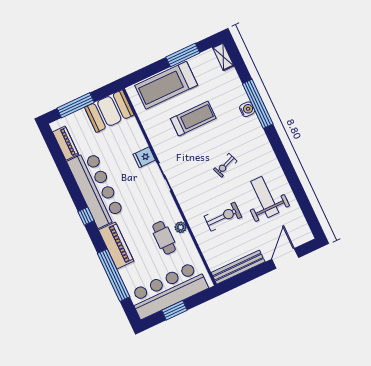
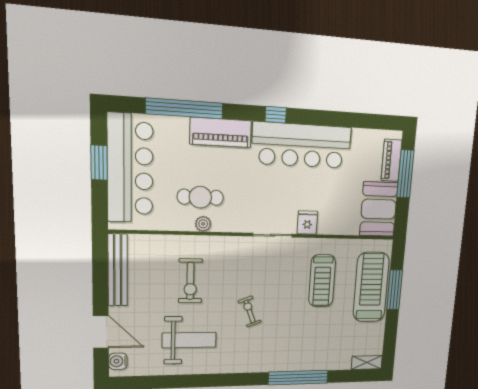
window: (183, 55) -> (395, 290), moved
water cooler: (247, 109) -> (118, 361), moved, turned 90
treadmill: (193, 119) -> (322, 281), moved
piano: (66, 143) -> (391, 160), moved, turned 90

